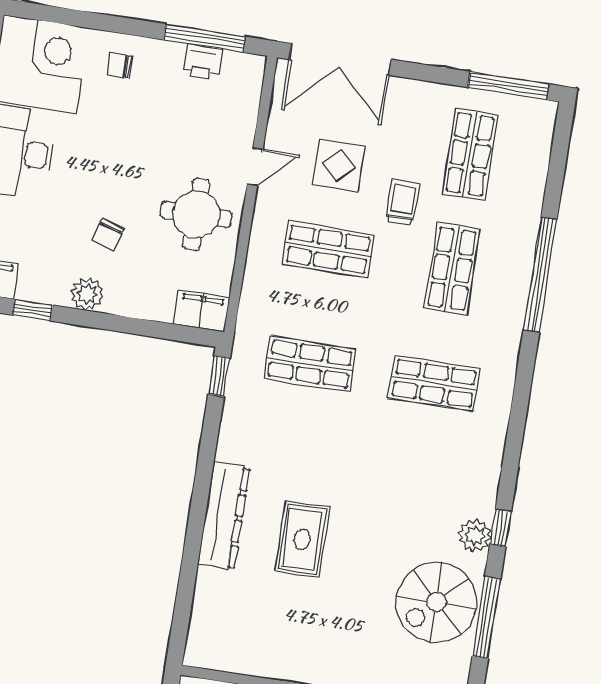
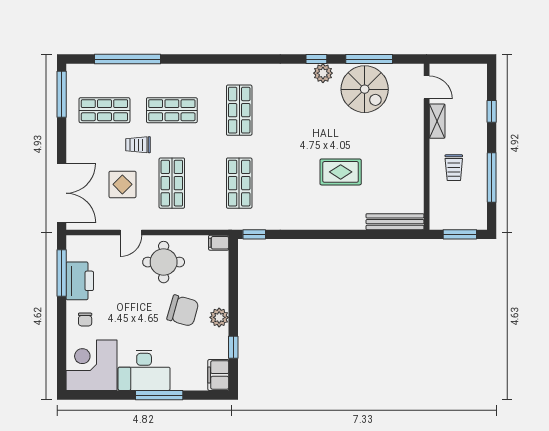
printer: (203, 62) -> (80, 281), width x1.87, depth x1.48
door: (255, 167) -> (131, 232), swing flipped
chair: (108, 234) -> (183, 311), width x1.87, depth x1.87
window: (540, 275) -> (127, 59), moved
filing cabinet: (201, 311) -> (219, 243), width x0.50
dresser: (224, 516) -> (334, 219), removed
bench: (203, 618) -> (395, 222), added

